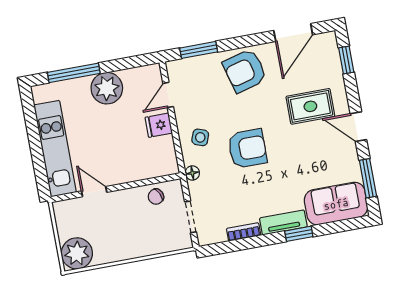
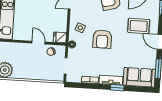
fridge: (159, 125) -> (60, 37), moved
armchair: (247, 148) -> (102, 39), turned 90
door: (94, 192) -> (38, 43), moved

